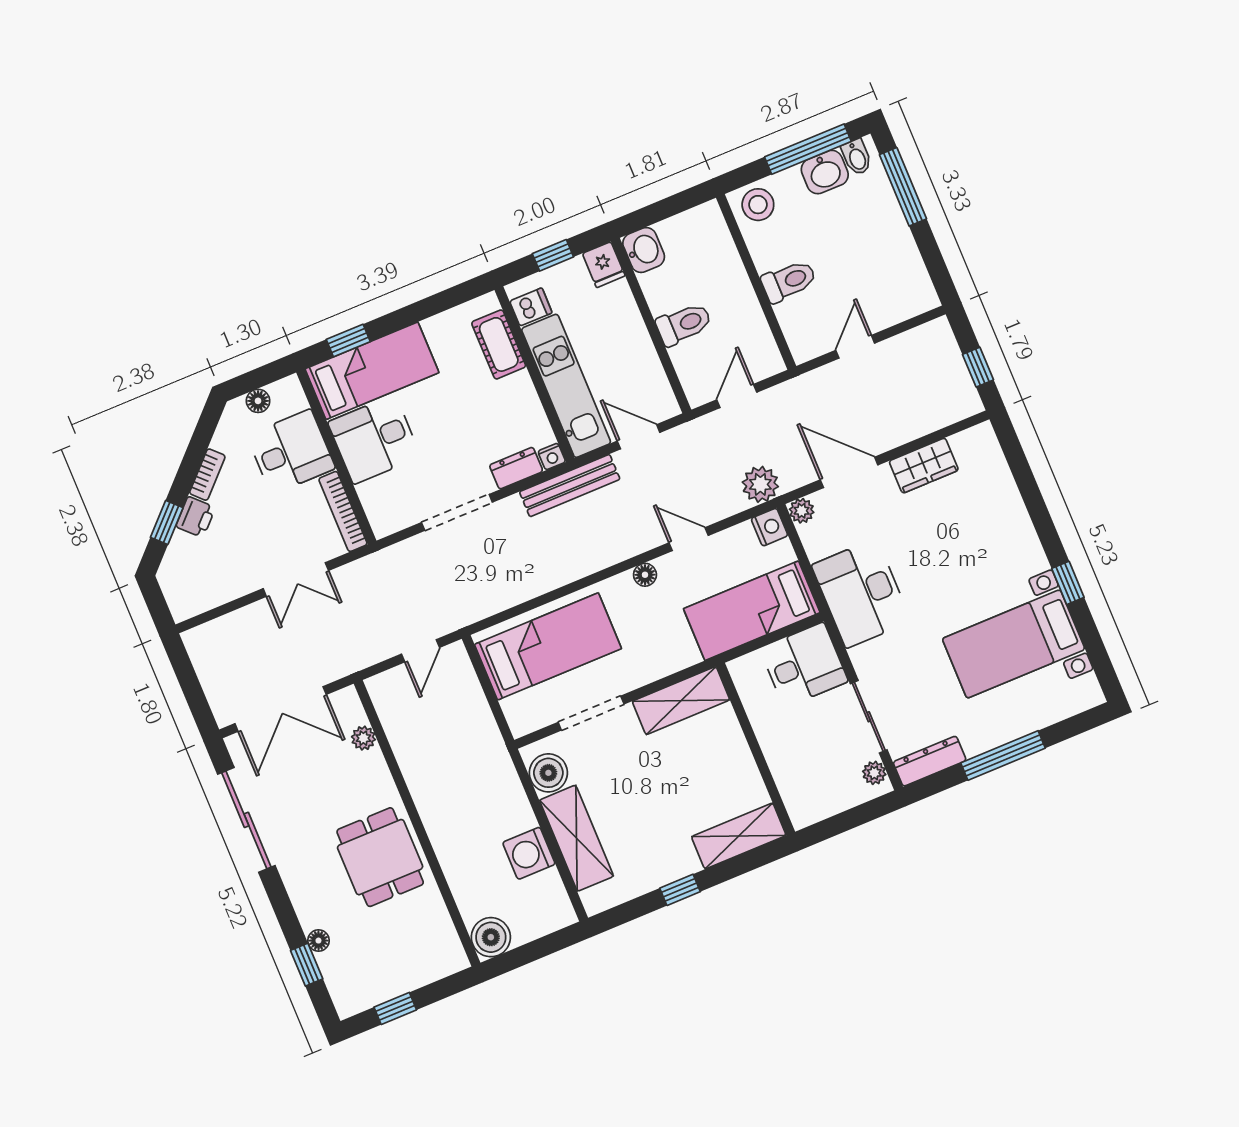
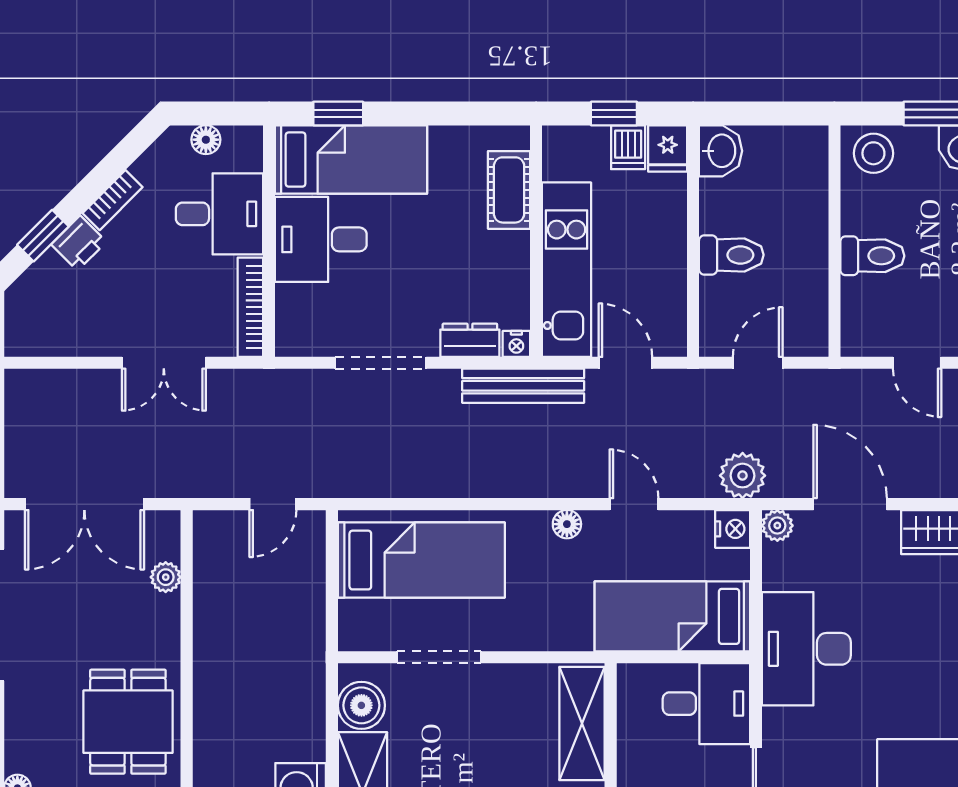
dishwasher: (531, 307) -> (628, 147), moved, turned 90
door: (855, 347) -> (917, 363), swing flipped
shelving: (681, 701) -> (582, 724), moved, turned 90

